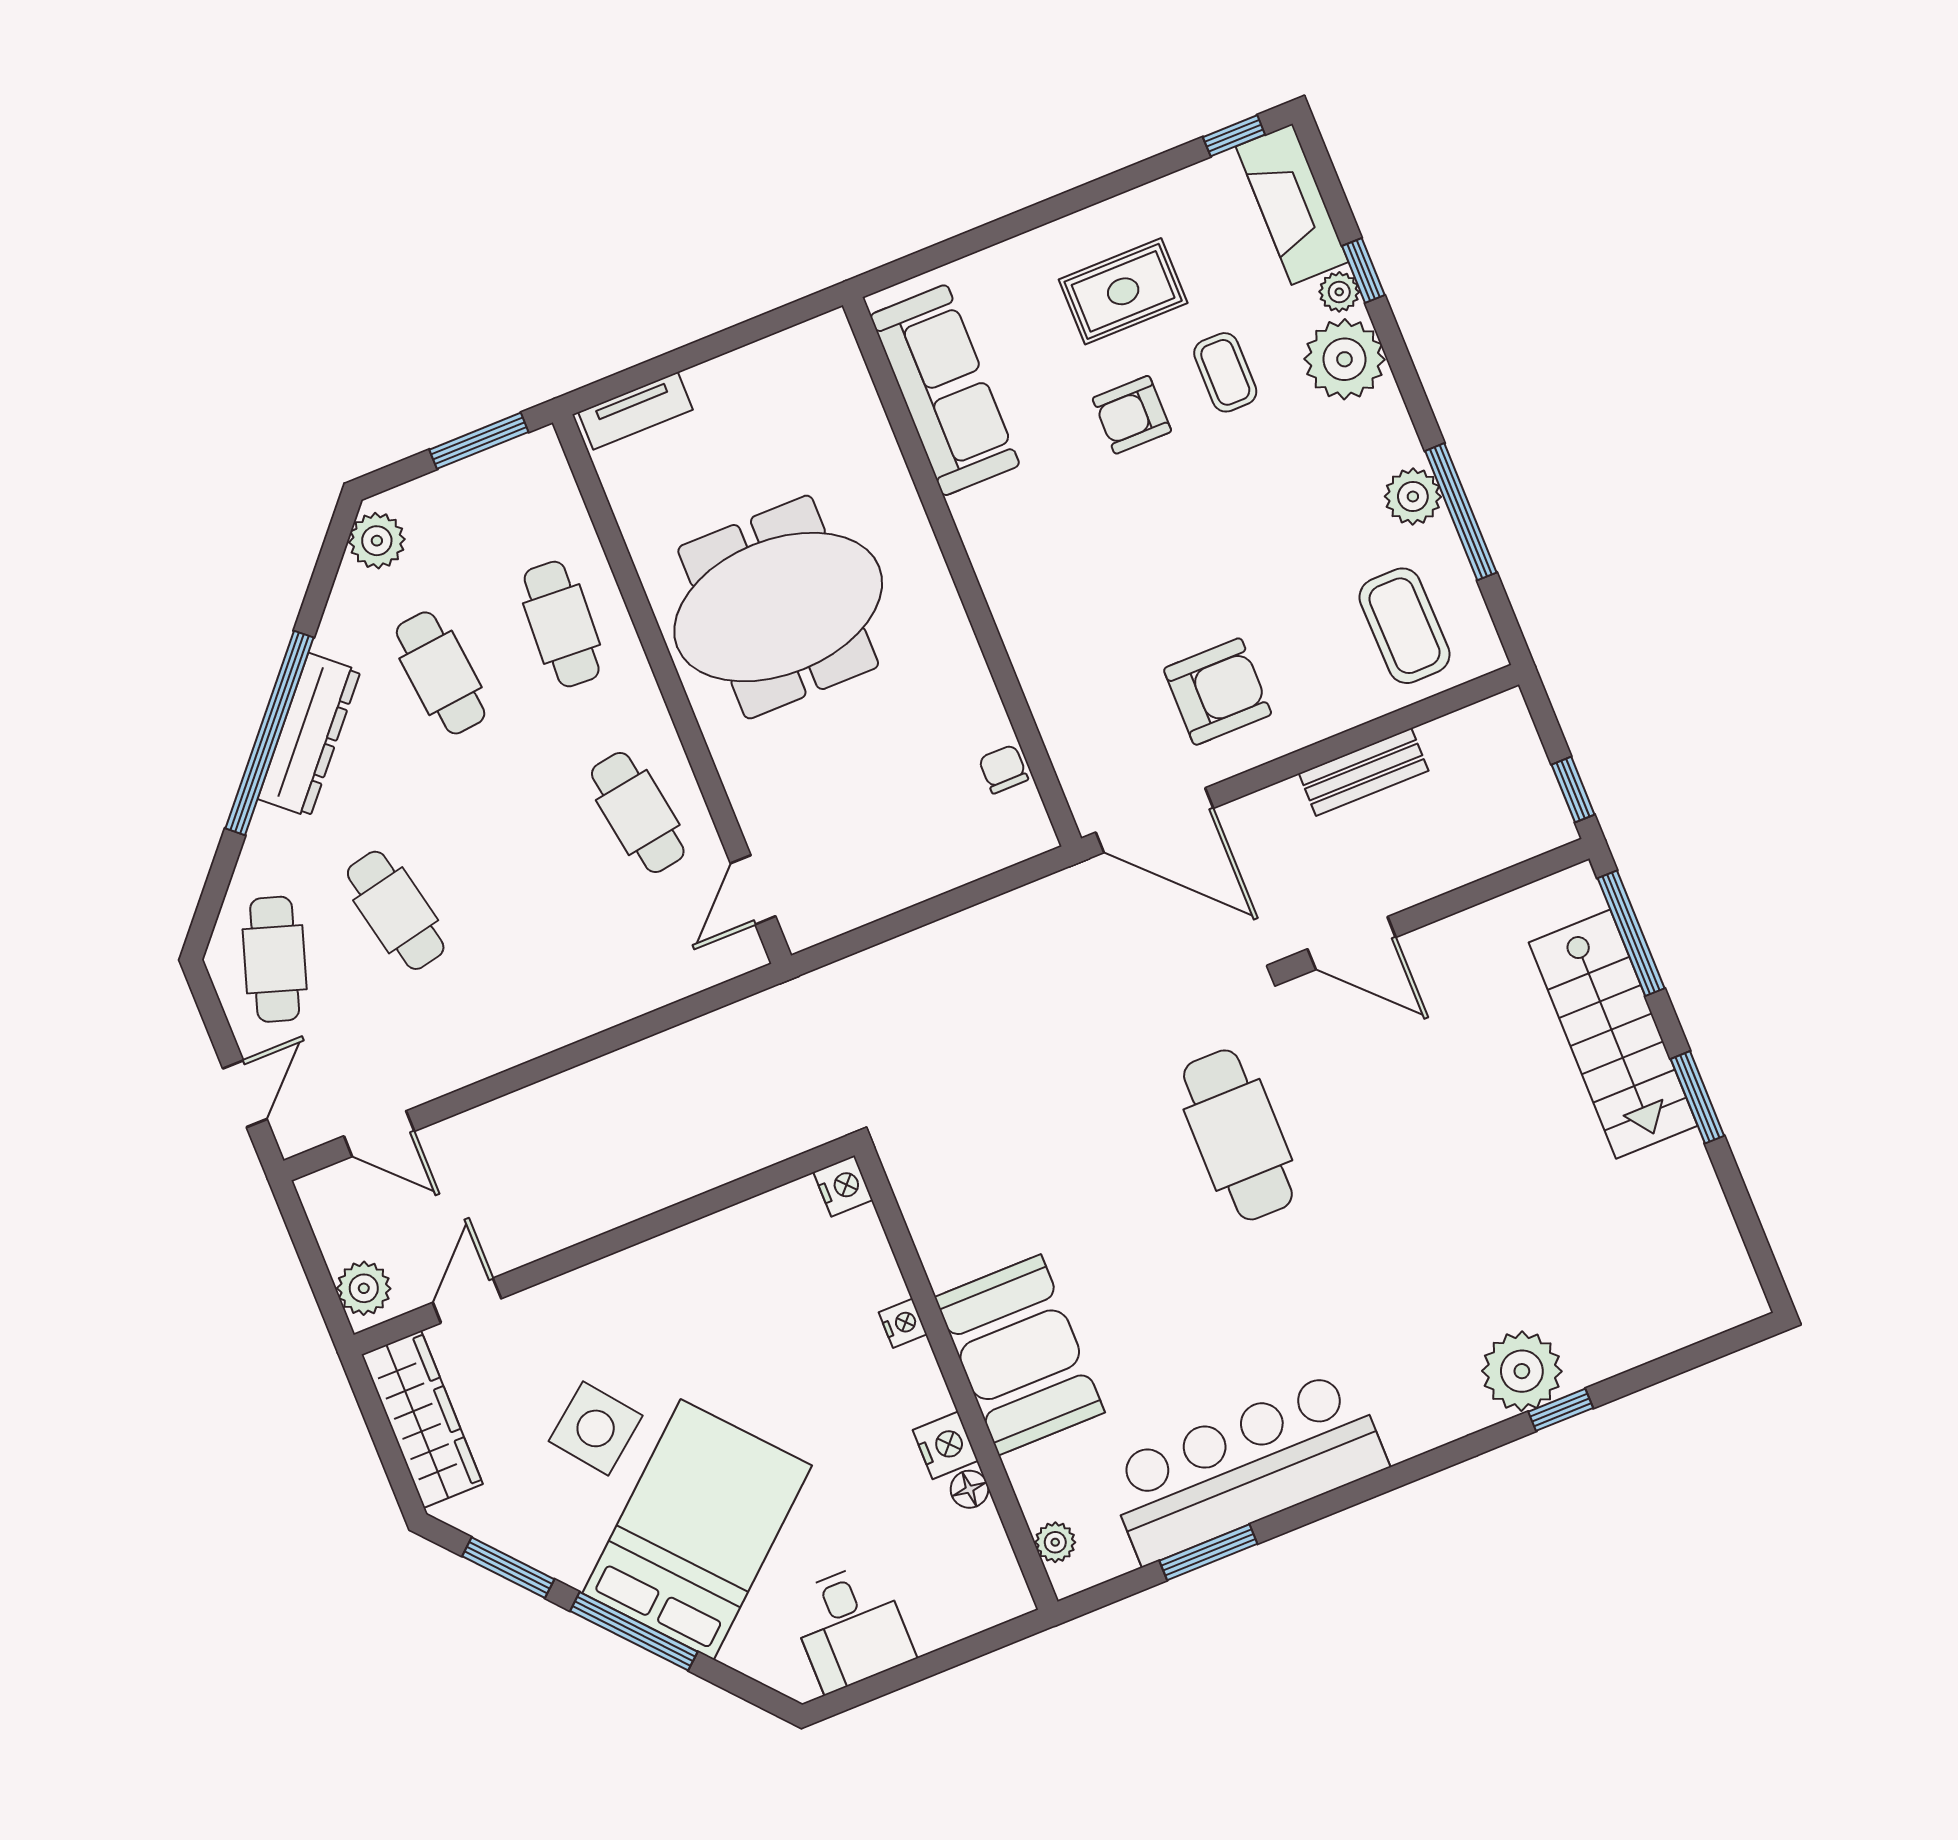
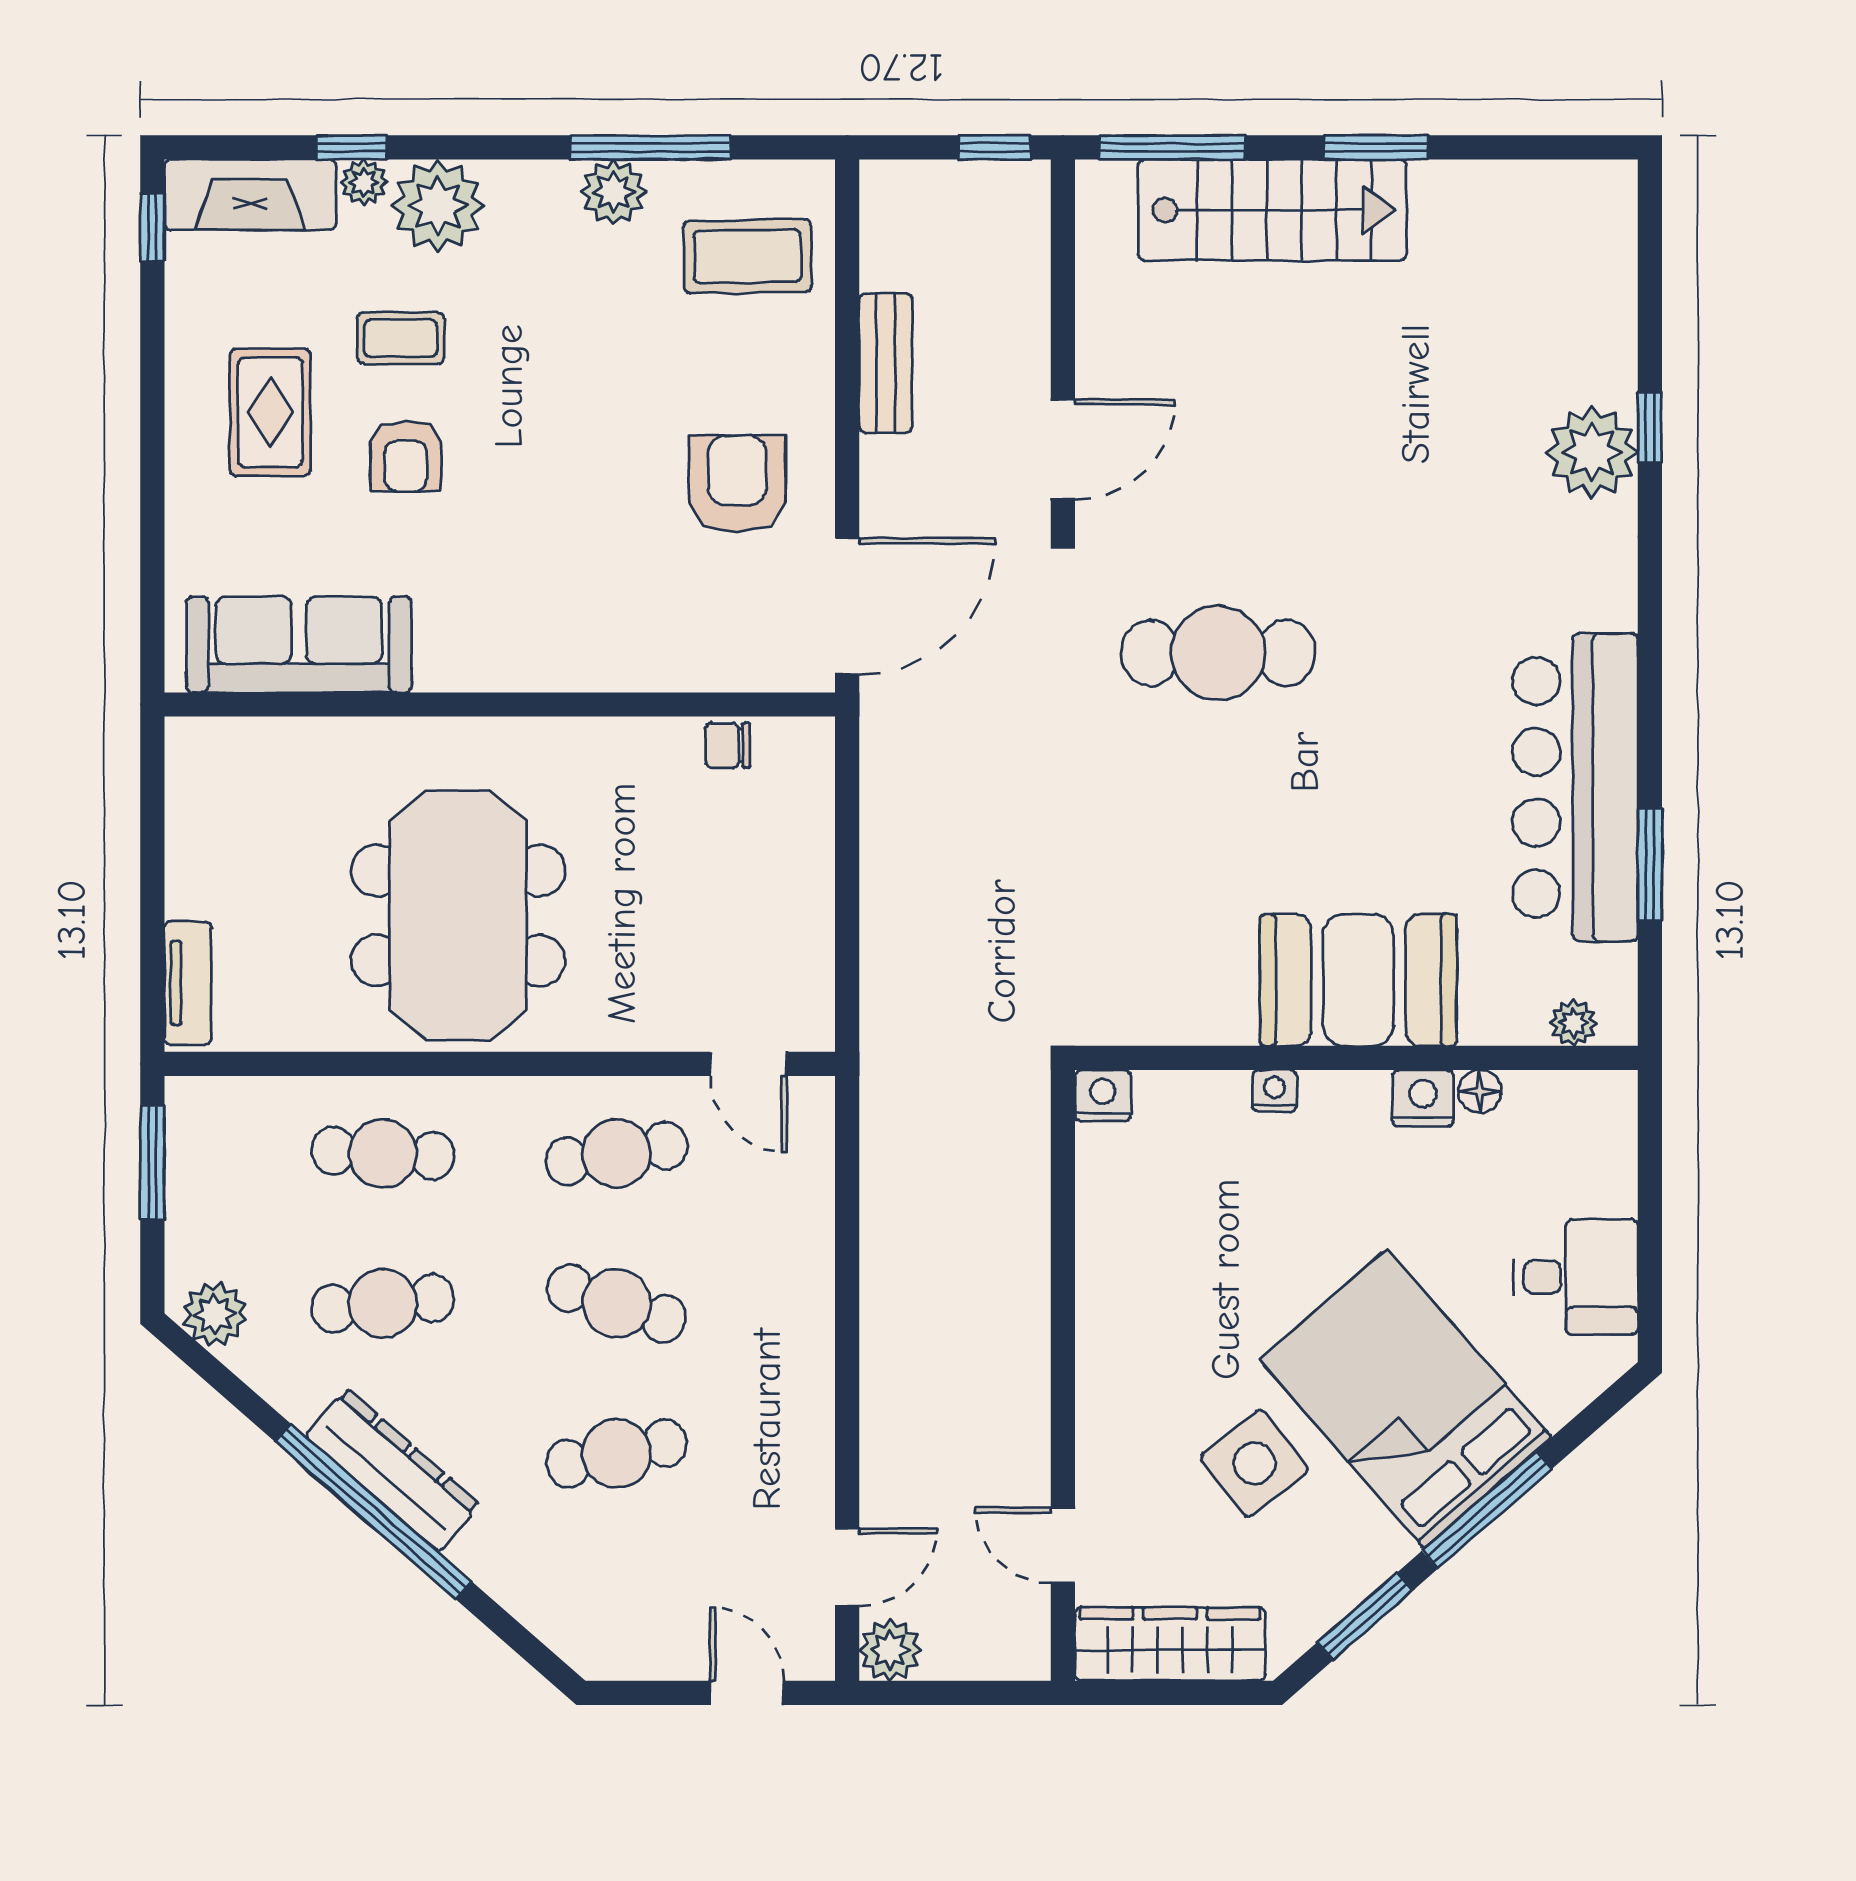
cafe table: (275, 959) -> (617, 1303), moved
plant: (364, 1288) -> (890, 1650), moved

